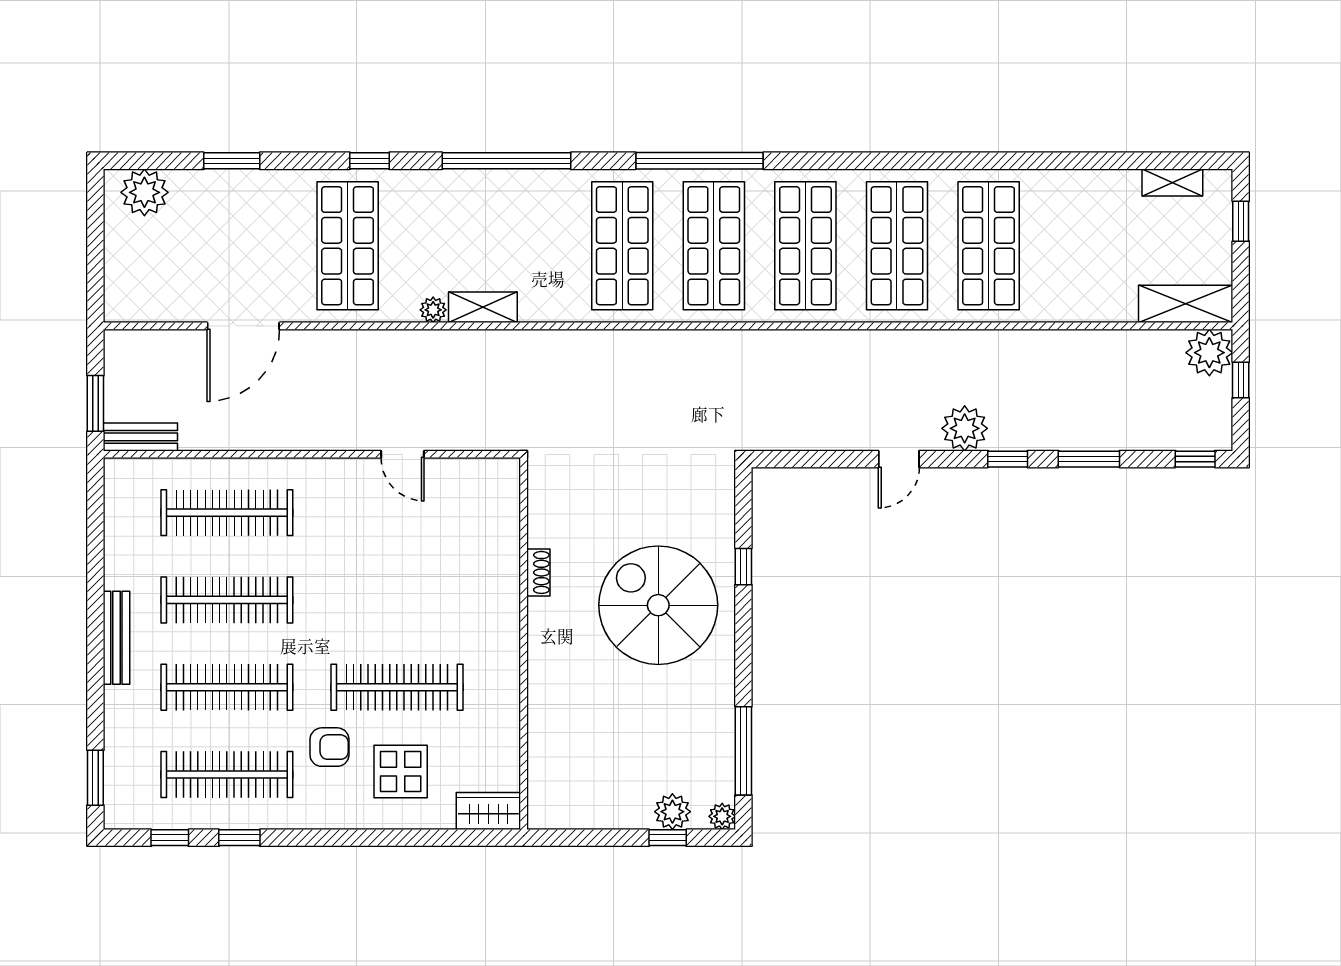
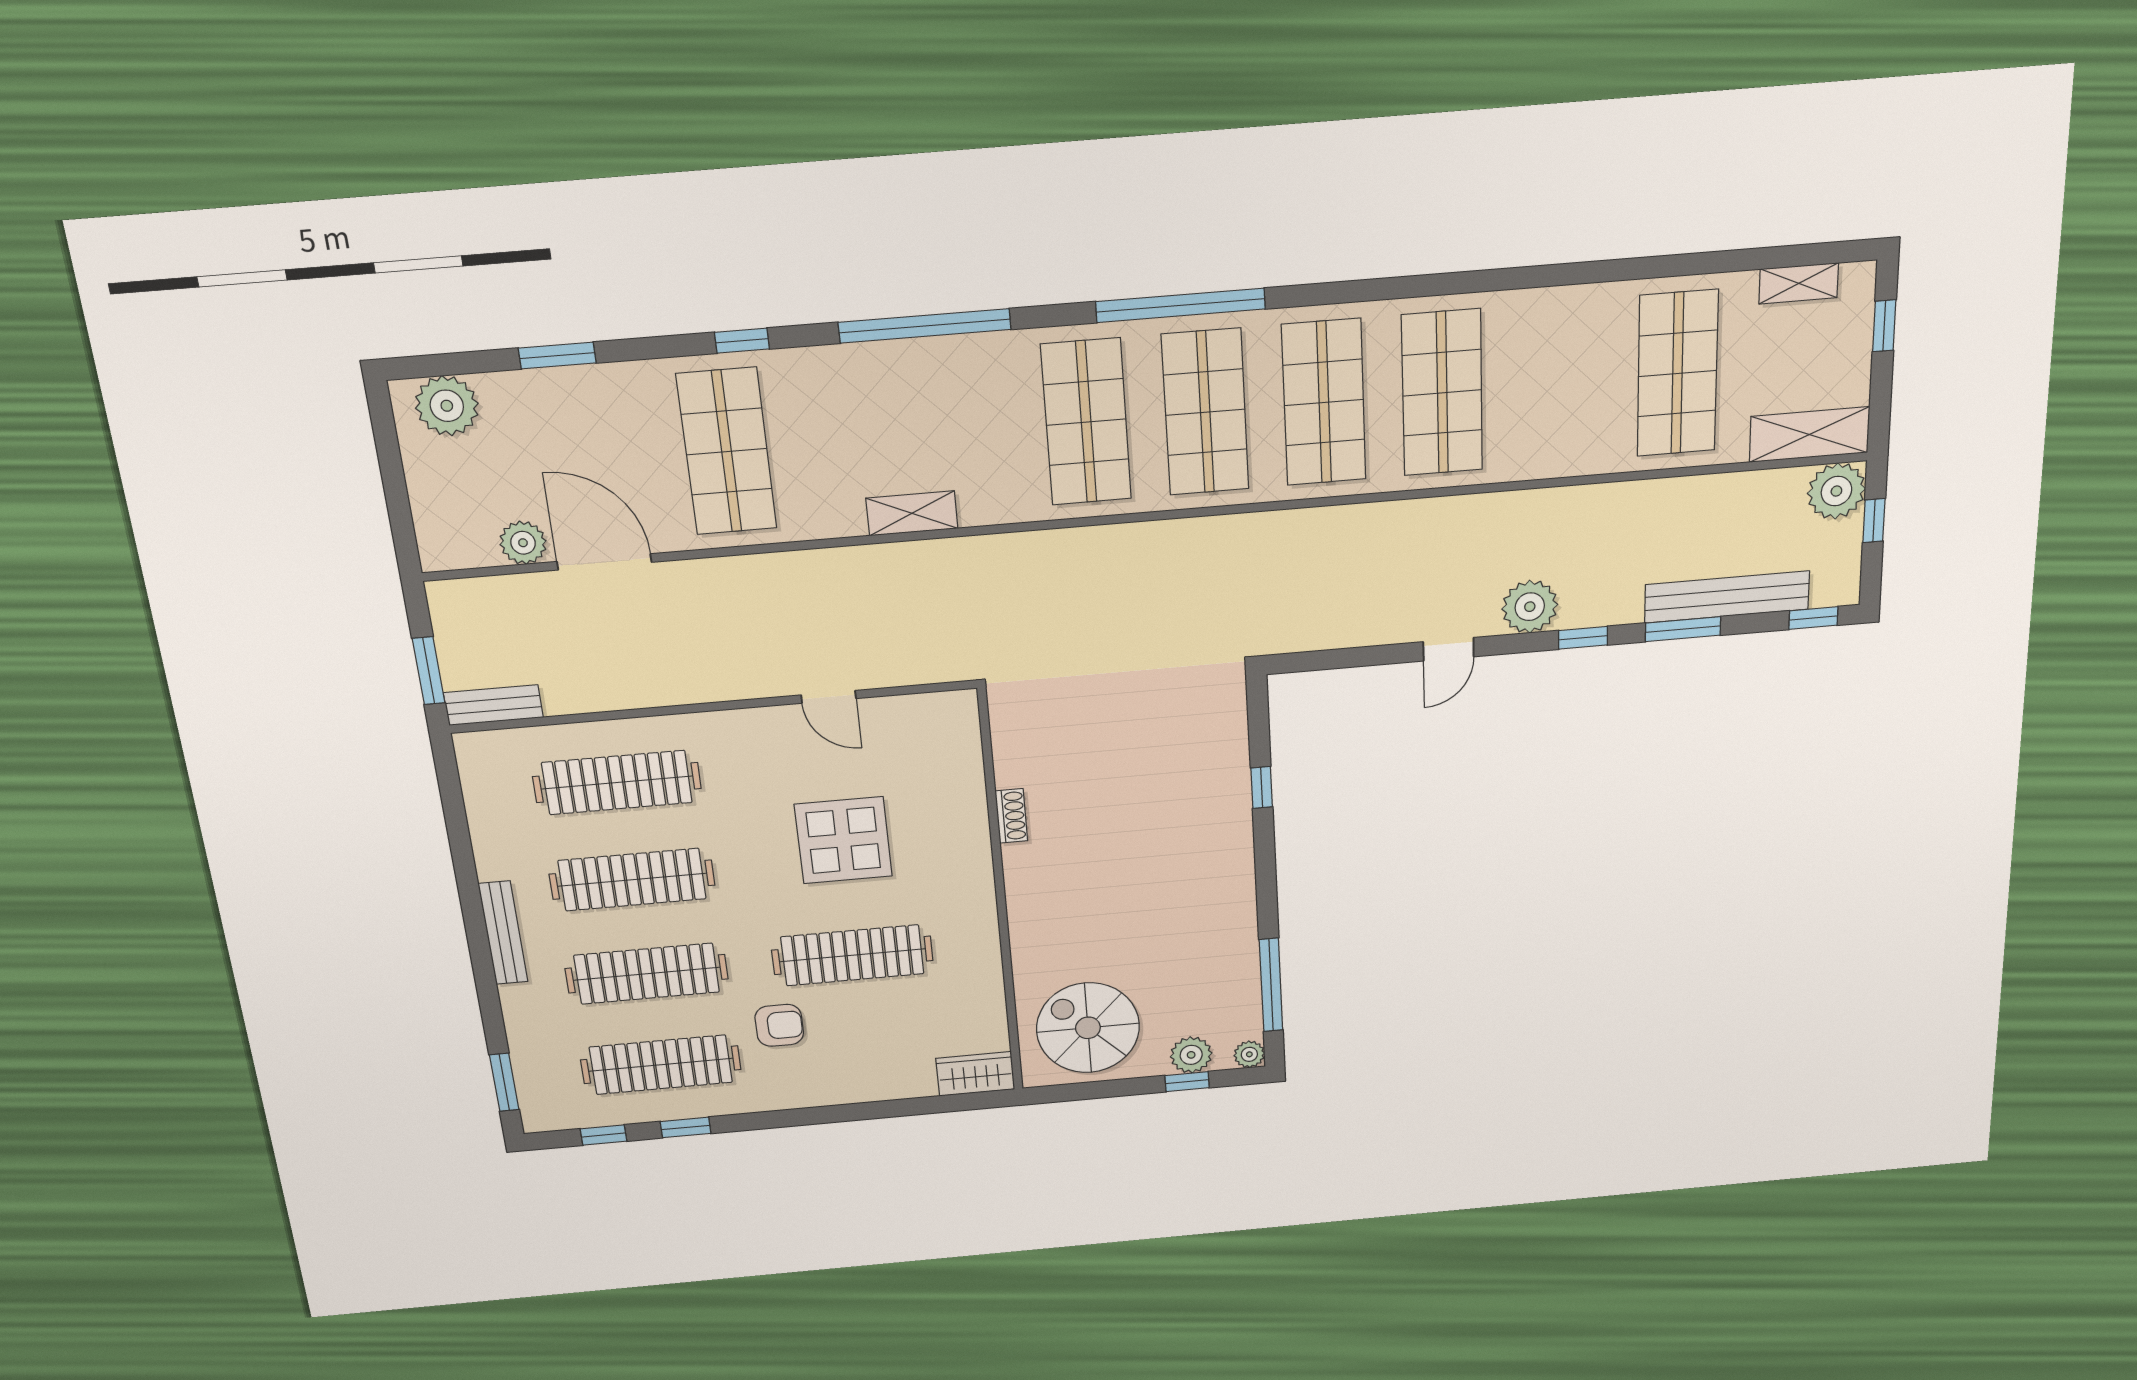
shop shelf: (989, 246) -> (1678, 373), moved
plant: (433, 310) -> (523, 543), moved, width x1.38, depth x1.38
door: (243, 326) -> (604, 562), swing flipped
bench: (1124, 435) -> (1727, 597), added
spiral stairs: (658, 605) -> (1088, 1028), moved, width x0.73, depth x0.73
display table: (401, 772) -> (843, 840), moved, width x1.36, depth x1.36

